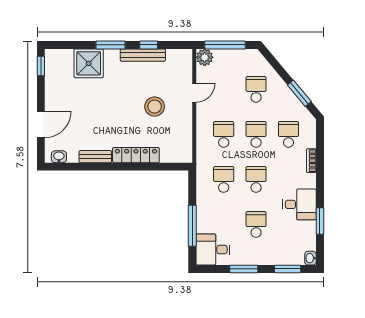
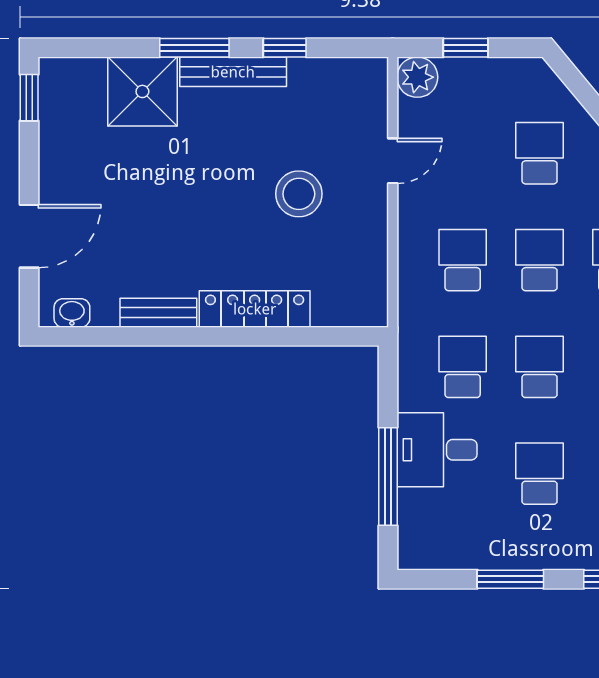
window: (225, 45) -> (466, 48), width x0.46
bench: (143, 55) -> (233, 72), moved
desk: (213, 250) -> (437, 450), moved

